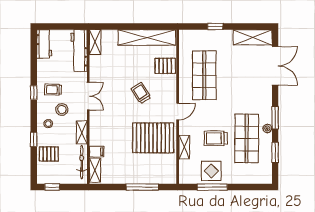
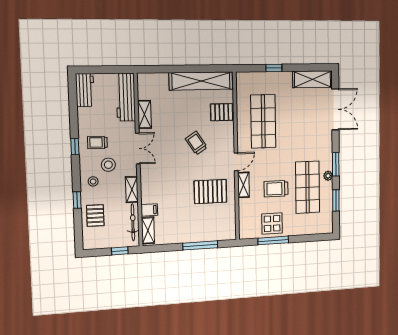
shelving: (95, 42) -> (145, 114), moved
pallet: (153, 138) -> (210, 192), width x0.73, depth x0.71
shelving: (184, 147) -> (243, 185), moved
pallet: (49, 154) -> (95, 216), turned 90
window: (52, 187) -> (120, 251), moved

